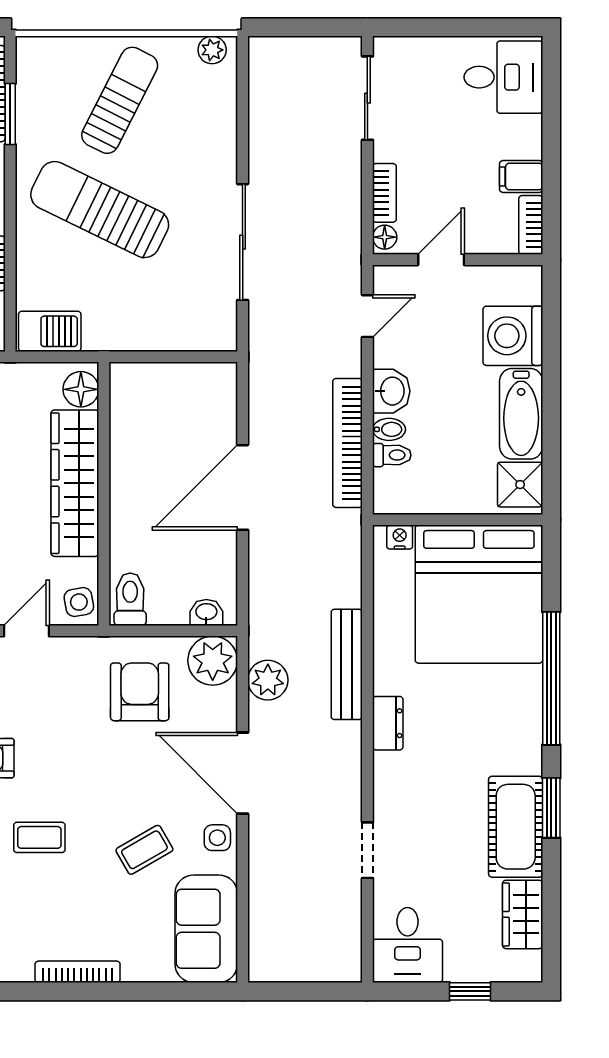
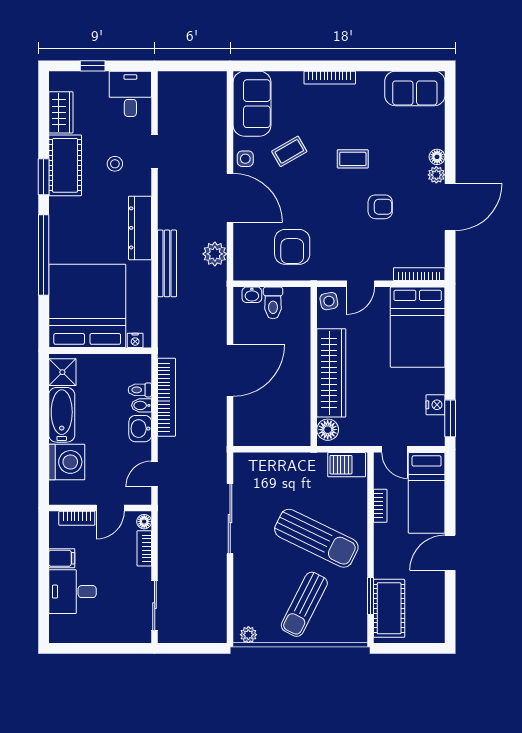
desk: (503, 77) -> (72, 592), moved
bookcase: (531, 225) -> (77, 518), moved, turned 90
toilet: (130, 599) -> (273, 303), moved
plant: (213, 661) -> (248, 266), removed
dresser: (388, 723) -> (140, 228), width x1.96, depth x1.24
stool: (433, 829) -> (115, 164), added

